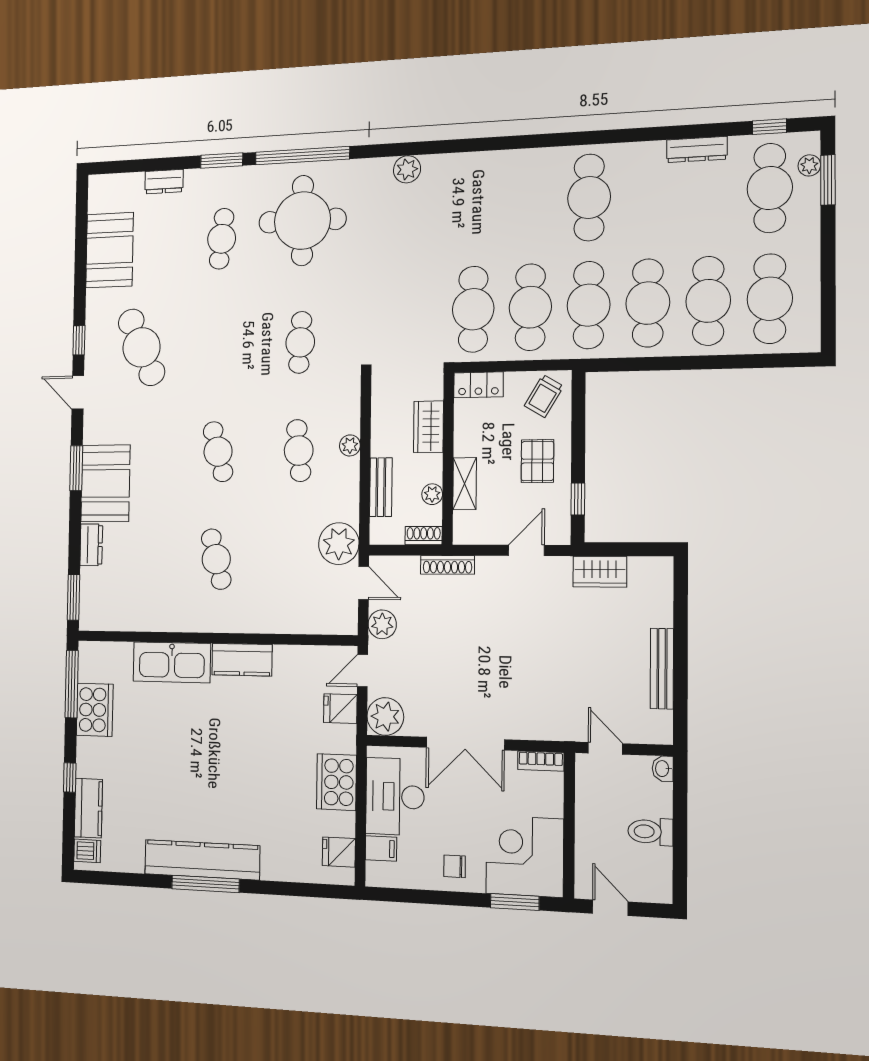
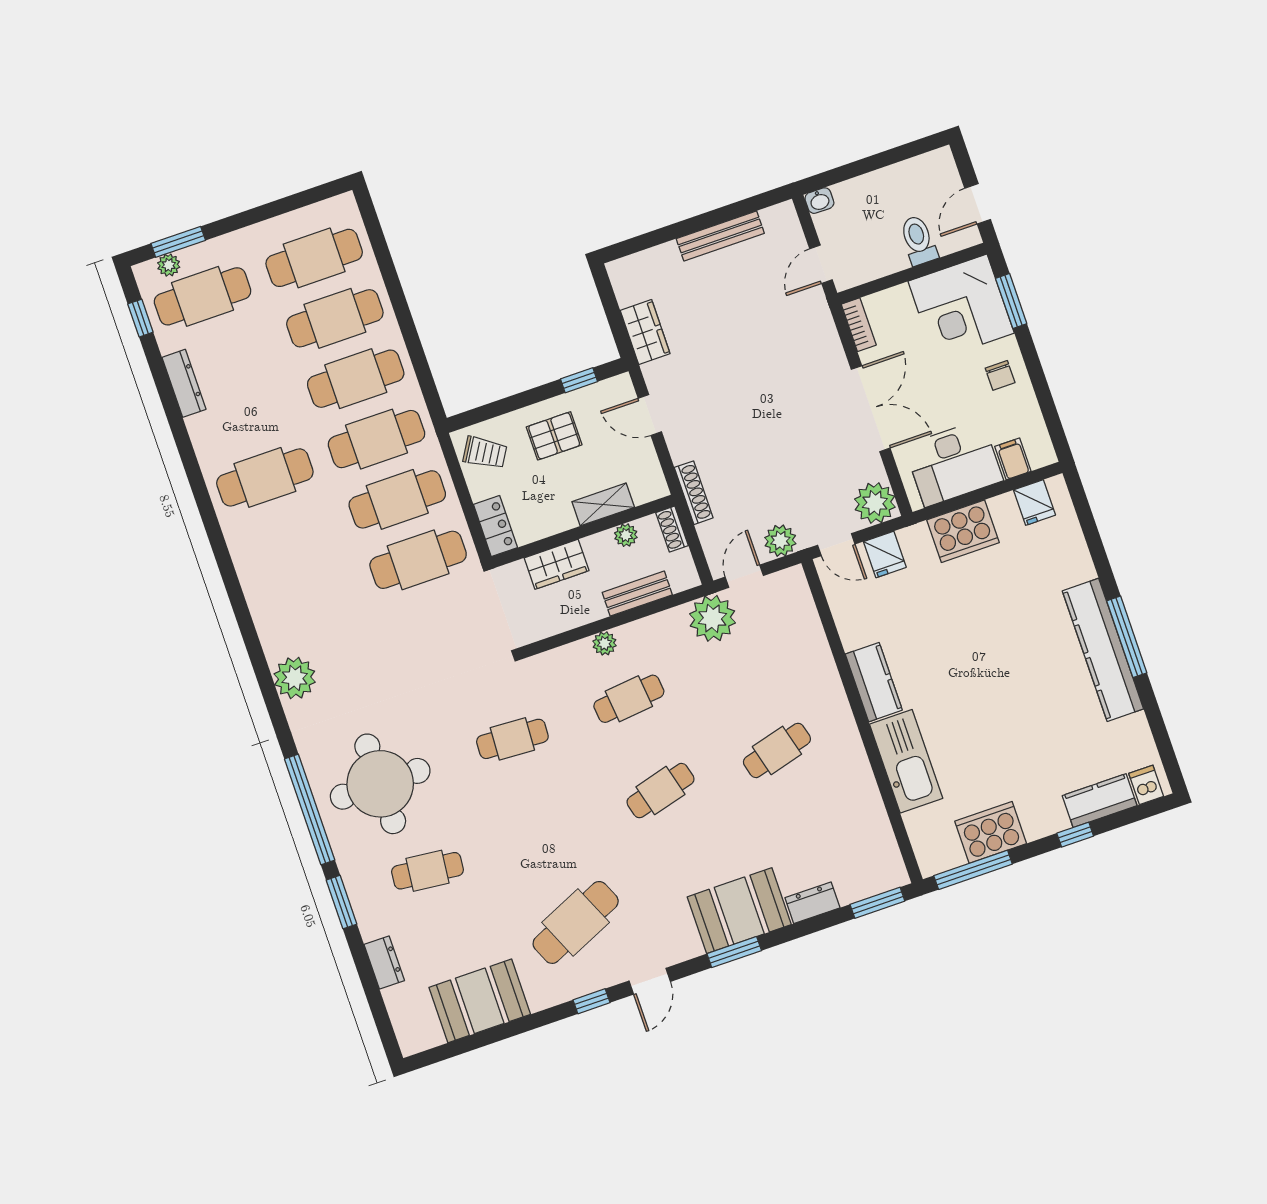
plant: (407, 169) -> (295, 678), width x1.36, depth x1.36
toilet: (650, 832) -> (918, 240), moved, turned 180

